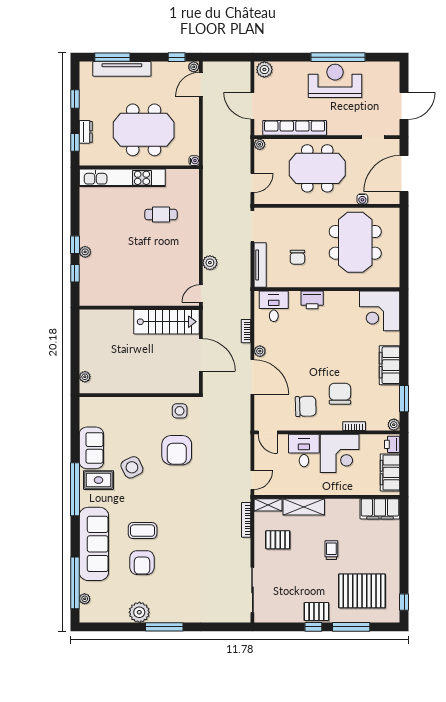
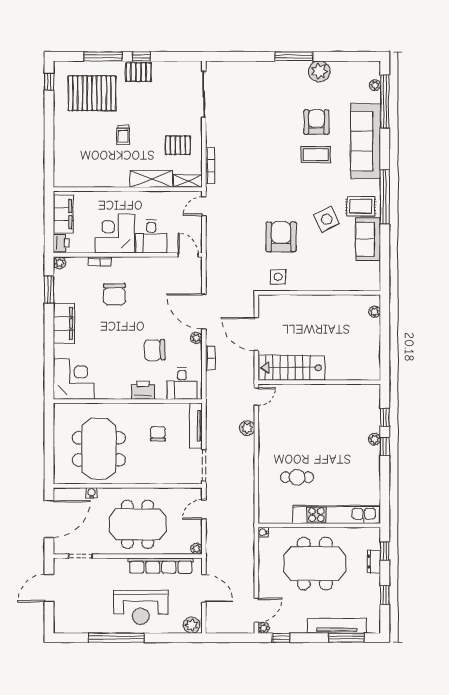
reception desk: (335, 81) -> (141, 607), moved
chair: (306, 406) -> (155, 350), moved
filing cabinet: (380, 509) -> (74, 177), removed

